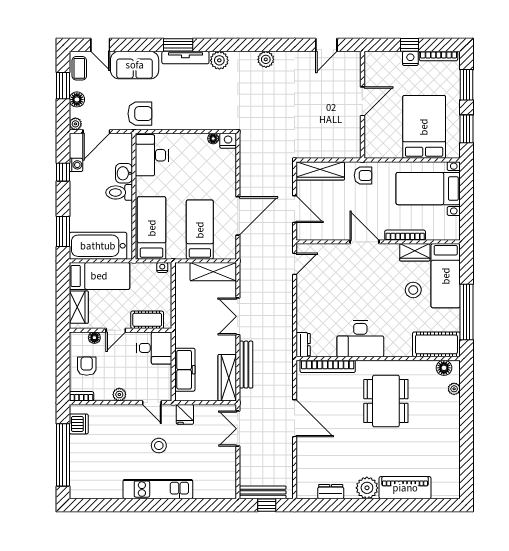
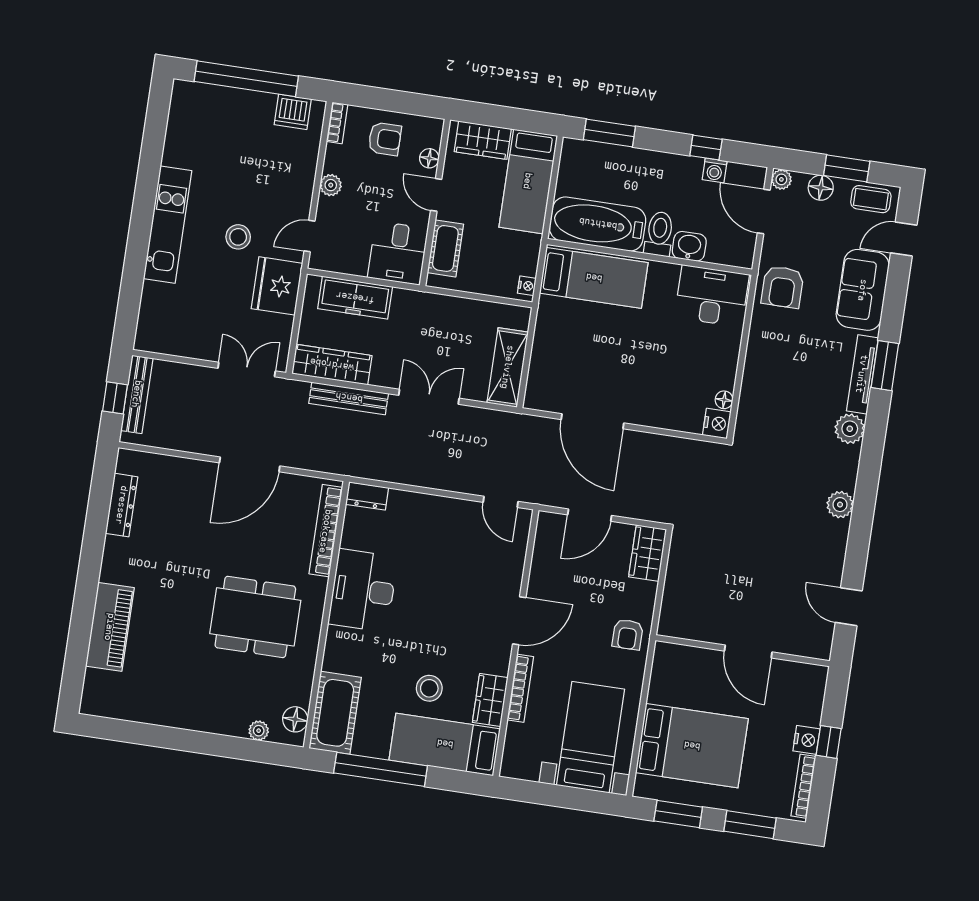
wardrobe: (320, 171) -> (648, 553), width x0.67
bed: (200, 230) -> (579, 356), removed
bathtub: (98, 246) -> (598, 224), moved, turned -90
fridge: (185, 414) -> (277, 286), width x1.88, depth x1.34
plant: (367, 488) -> (119, 565), removed
dresser: (331, 492) -> (122, 505), width x1.44

